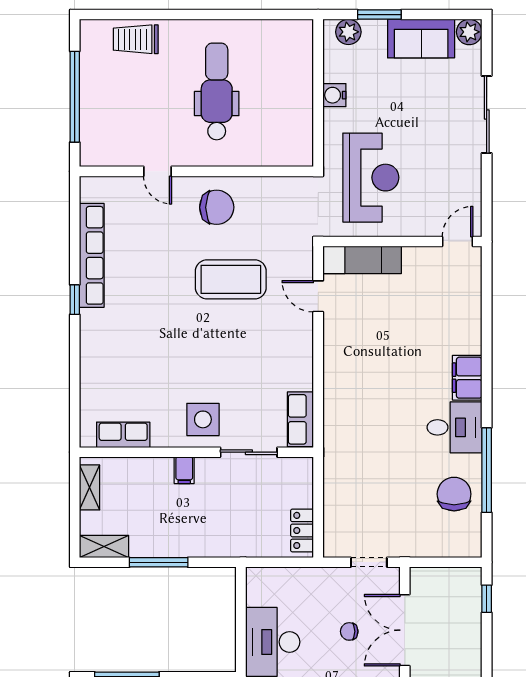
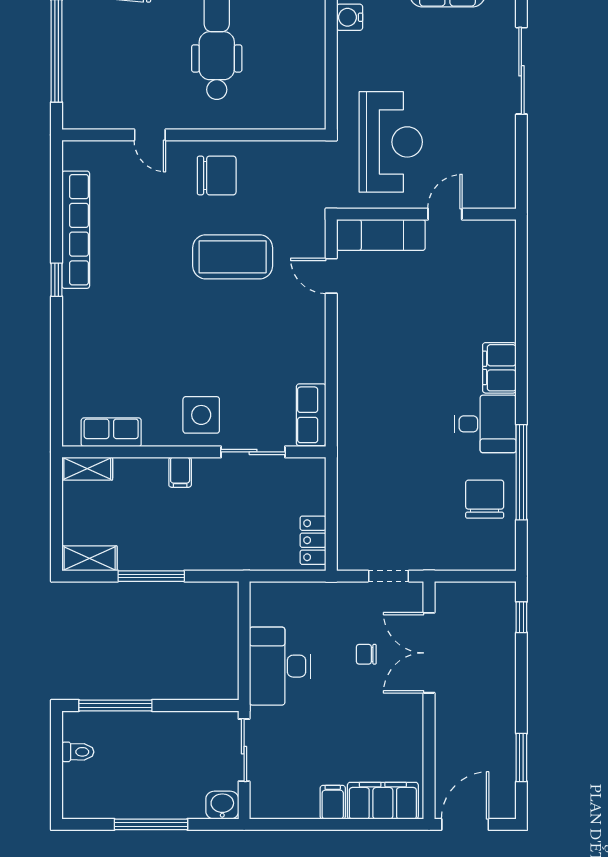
water cooler: (334, 95) -> (350, 17), moved
door: (458, 242) -> (445, 214), moved
shelving: (90, 487) -> (87, 469), moved, turned 90

